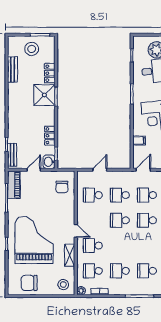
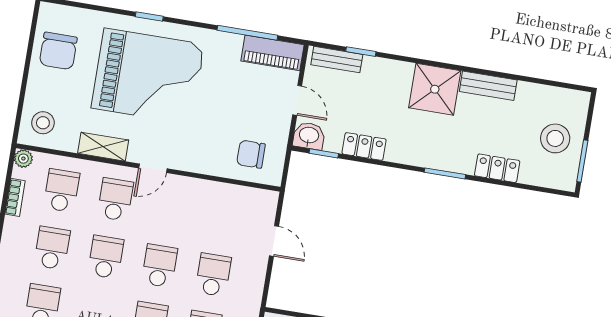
bench: (13, 69) -> (488, 86), moved
shower: (44, 95) -> (435, 89), moved
school desk: (93, 195) -> (106, 257), moved
chair: (29, 283) -> (58, 51), turned 180

